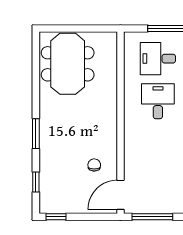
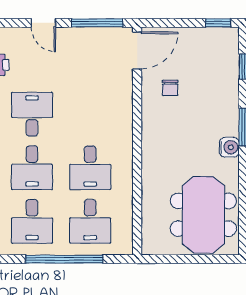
desk: (158, 59) -> (90, 221), turned 90
water cooler: (47, 118) -> (229, 147), added

